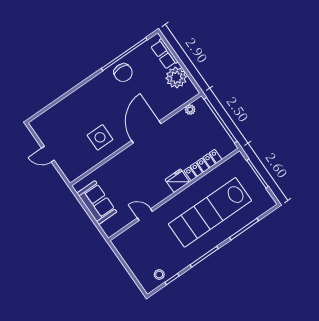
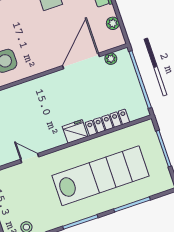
plant: (176, 78) -> (113, 23), width x0.53, depth x0.53
door: (146, 132) -> (81, 61), moved
lab bench: (210, 212) -> (100, 176), turned 180

